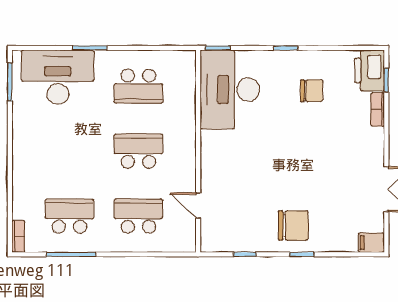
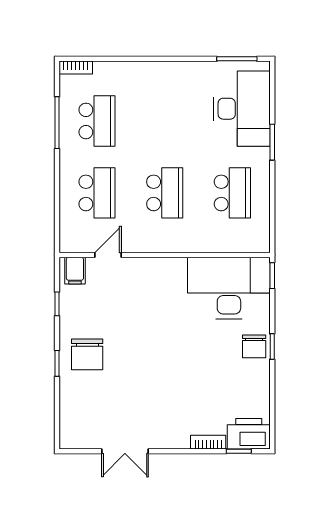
school desk: (138, 86) -> (232, 193), turned 180
chair: (312, 91) -> (254, 346), moved
filing cabinet: (371, 243) -> (75, 271), moved, turned 180

